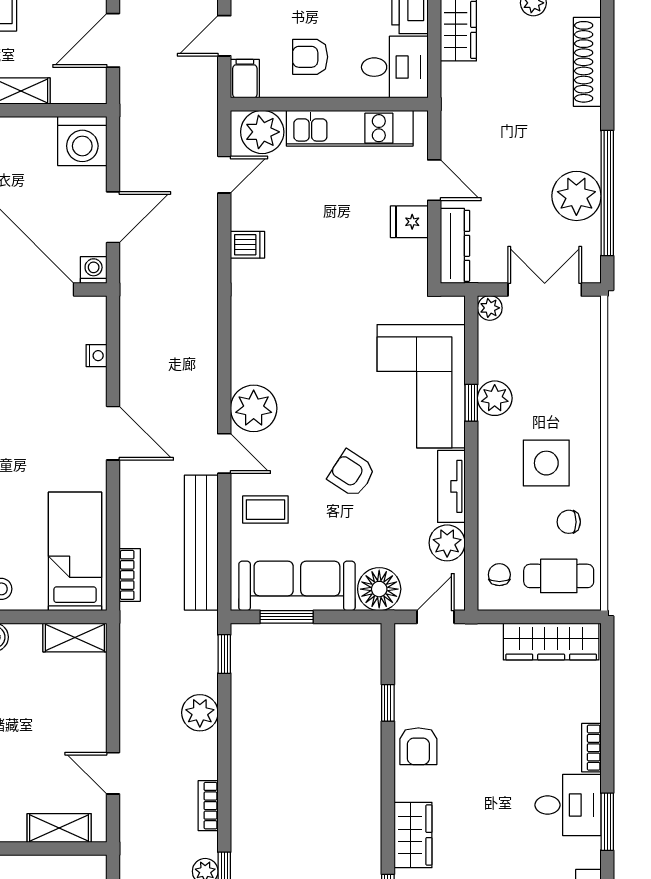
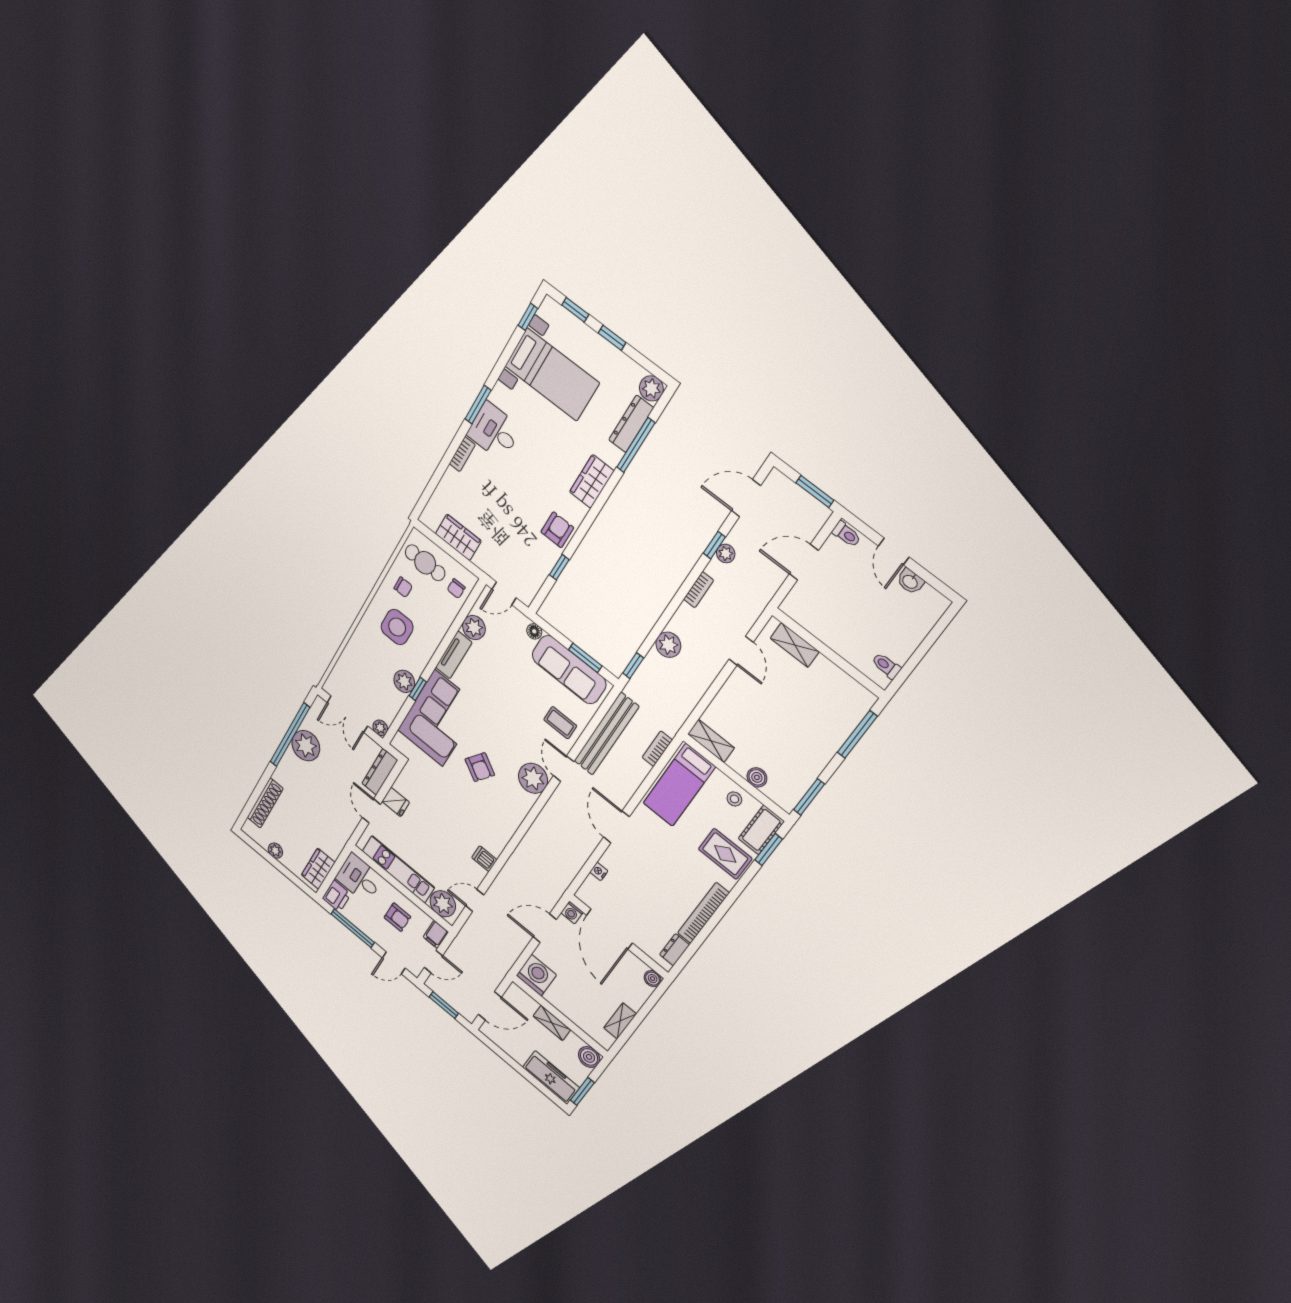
armchair: (352, 474) -> (480, 767), moved
floor lamp: (379, 589) -> (534, 631), width x0.53, depth x0.53
wardrobe: (551, 642) -> (458, 537), width x0.67

